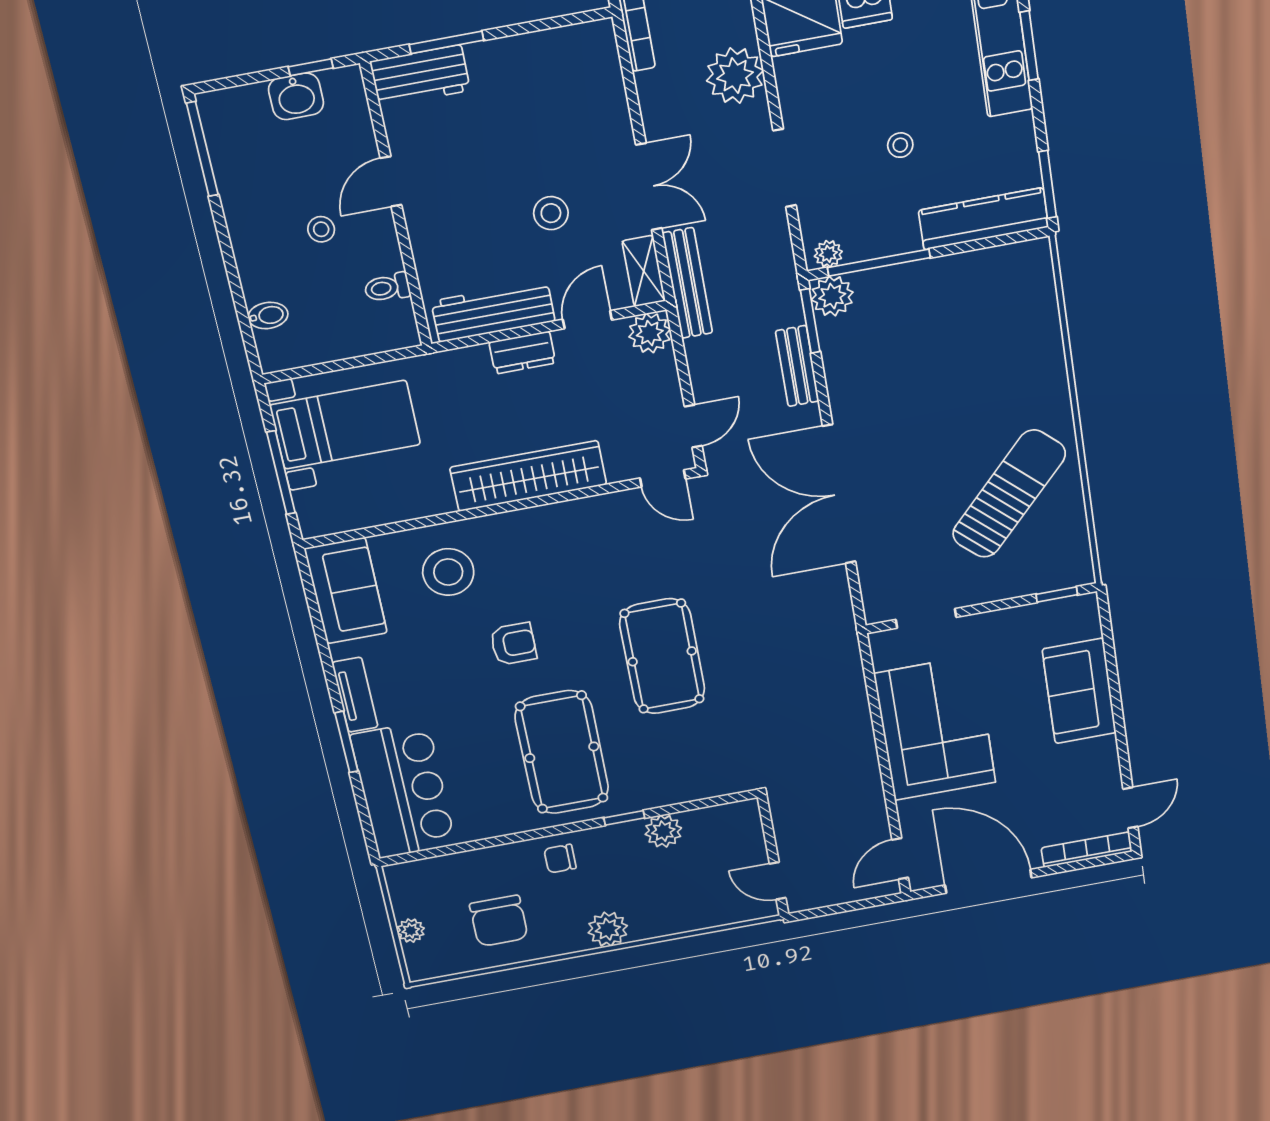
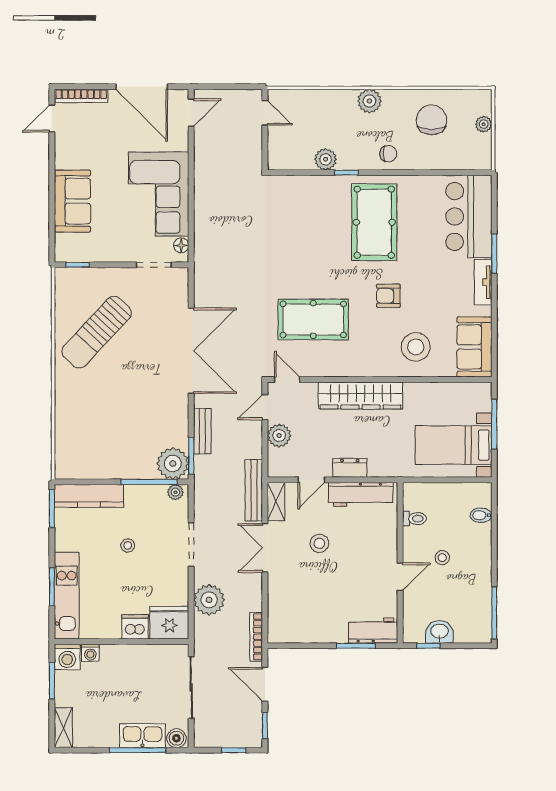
plant: (832, 296) -> (173, 463), width x1.36, depth x1.36
plant: (650, 333) -> (279, 436), moved
pool table: (662, 656) -> (313, 319), moved, turned 90
floor lamp: (884, 657) -> (181, 245), added

